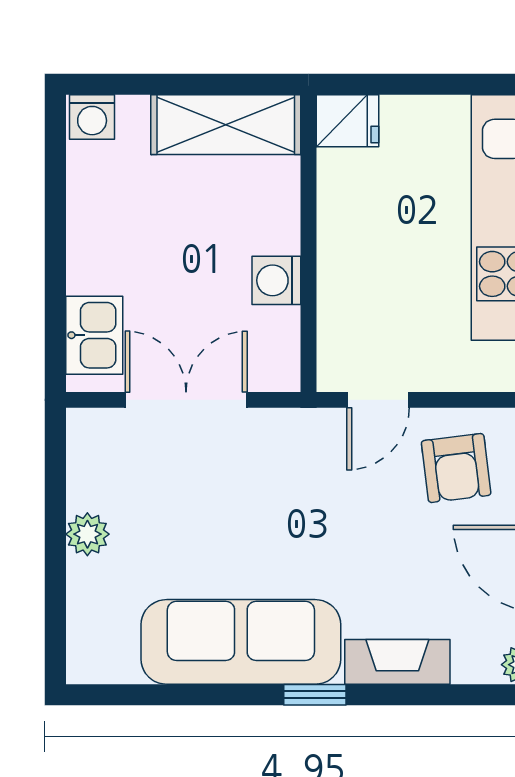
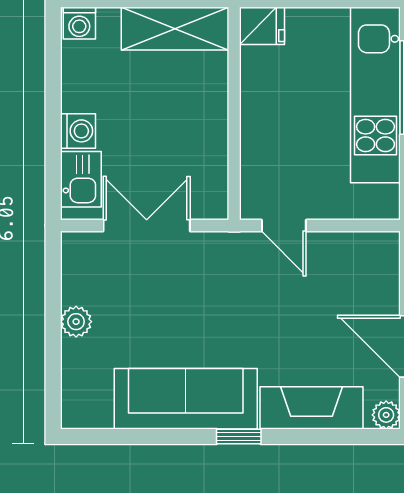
washing machine: (276, 280) -> (78, 131), moved, turned 180
door: (378, 400) -> (284, 226), hinge flipped
armchair: (456, 468) -> (340, 274), removed
fireplace: (397, 662) -> (312, 408), width x1.37, depth x1.32

